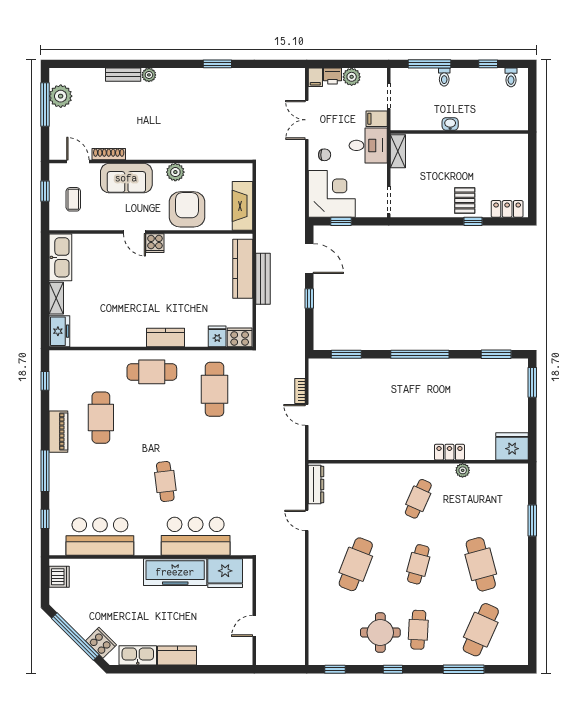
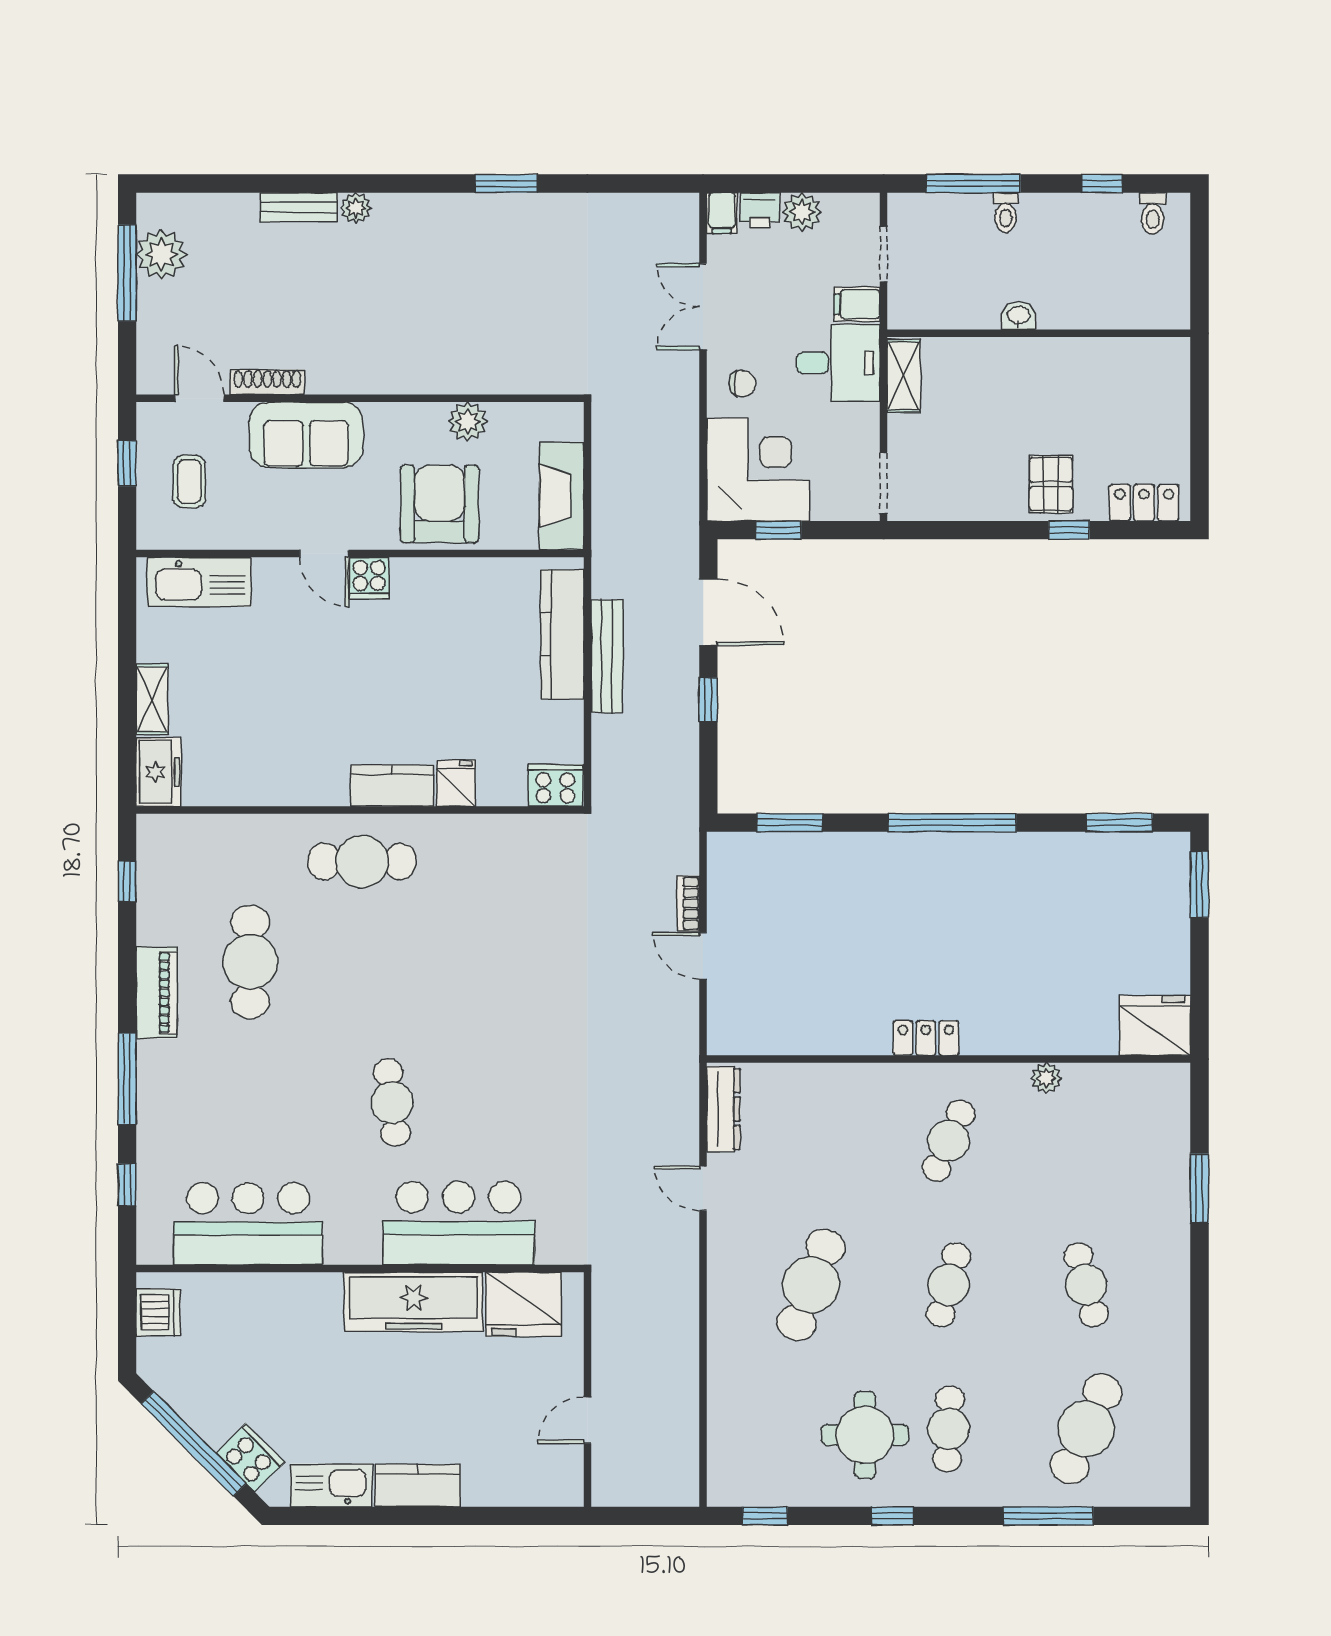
plant: (175, 172) -> (468, 422), moved
kitchen sink: (60, 257) -> (199, 582), moved, turned 90
fridge: (217, 336) -> (456, 783), moved
cafe table: (215, 389) -> (500, 900), removed
locker: (449, 452) -> (926, 1038), moved
cafe table: (481, 564) -> (1086, 1285), width x0.73, depth x0.74

